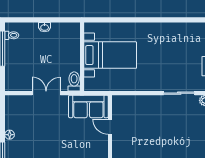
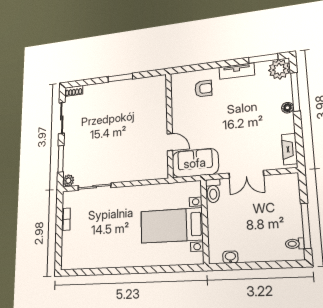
washbasin: (45, 27) -> (230, 257), moved
fireplace: (10, 111) -> (290, 149), added
floor lamp: (10, 135) -> (287, 108), moved

